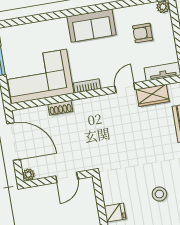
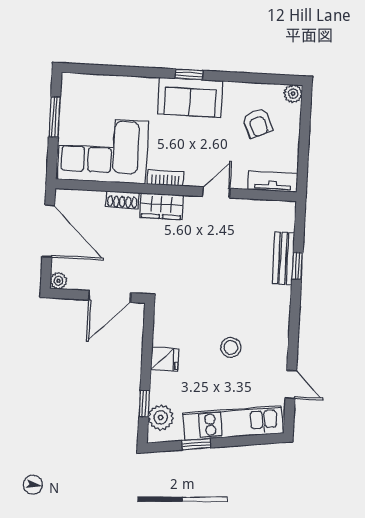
window: (87, 10) -> (189, 74), added
armchair: (143, 33) -> (257, 123), turned -114
wardrobe: (153, 95) -> (161, 206), moved
door: (67, 177) -> (110, 296), width x1.38

